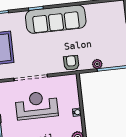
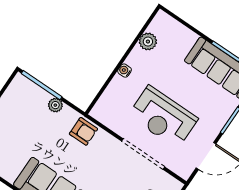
armchair: (71, 63) -> (83, 131), turned -90

